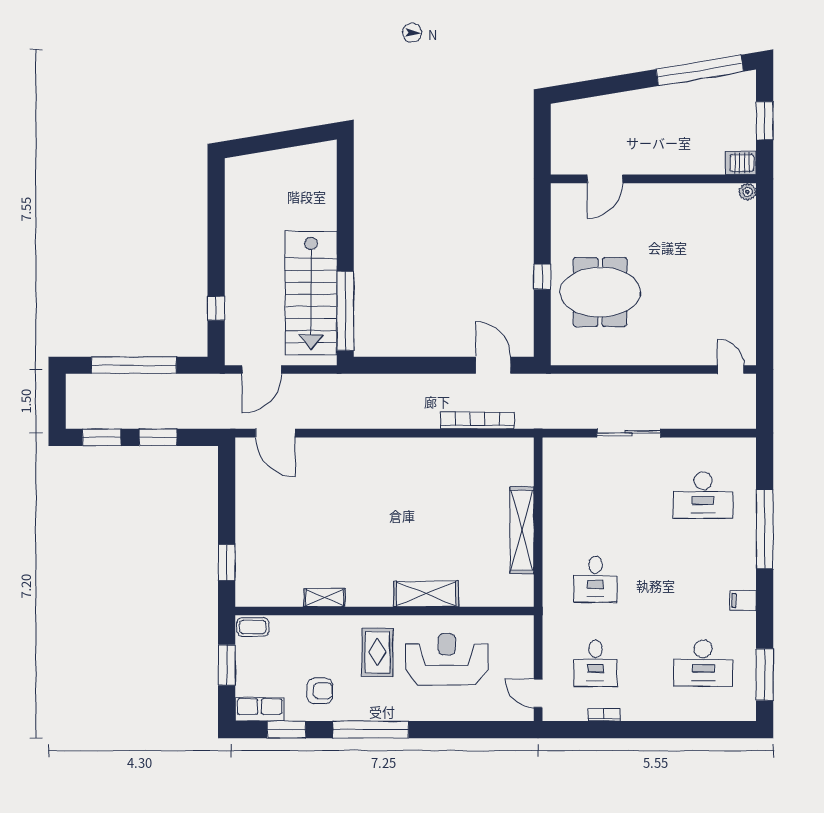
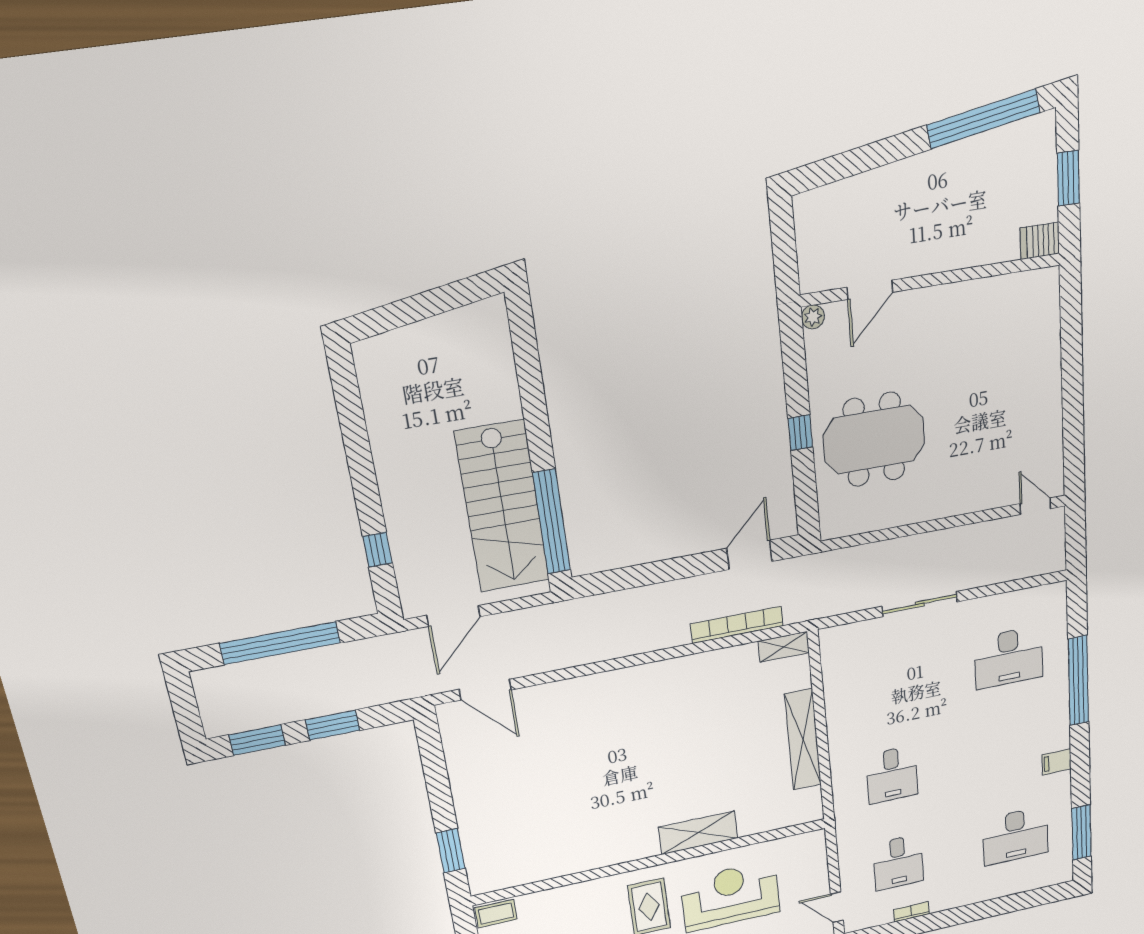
plant: (747, 192) -> (813, 317), moved
door: (493, 365) -> (749, 555), hinge flipped
shelving: (324, 598) -> (784, 647), moved

